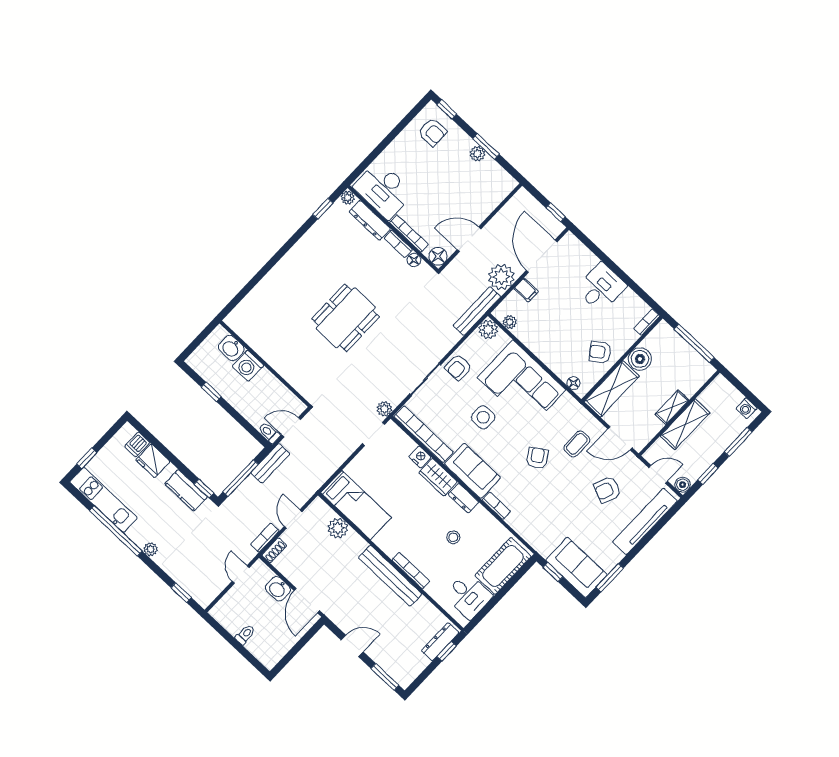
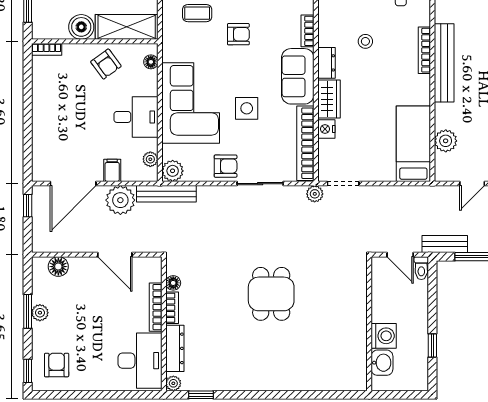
floor lamp: (438, 256) -> (58, 267), moved
desk: (601, 288) -> (136, 117), moved, turned 180
dining table: (346, 318) -> (271, 294), width x0.73
armchair: (537, 458) -> (238, 34), turned -147

